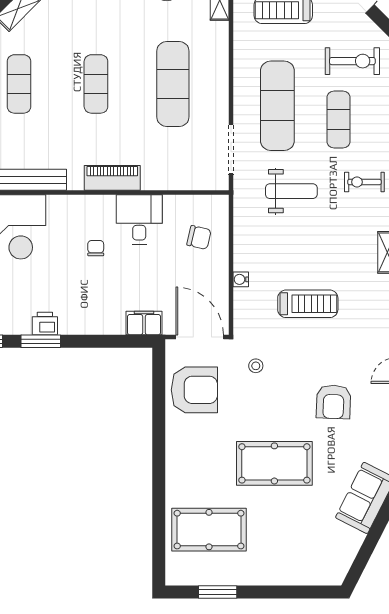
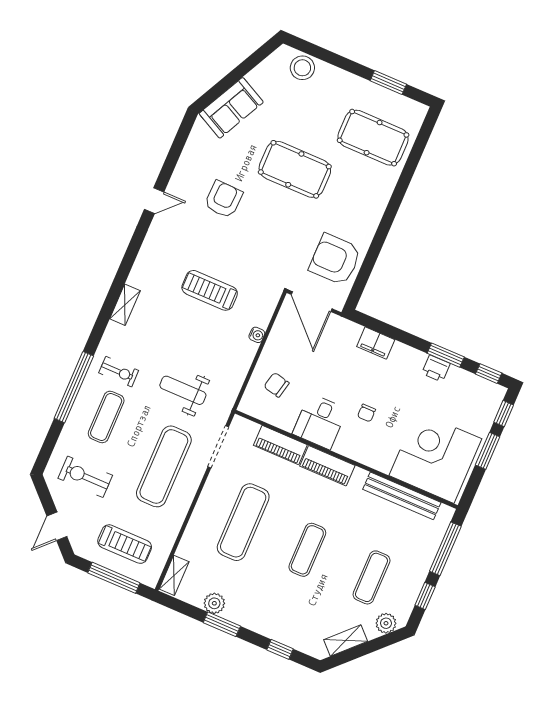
exercise mat: (338, 119) -> (106, 417), moved
piano: (169, 178) -> (280, 445), added
filing cabinet: (144, 323) -> (376, 343), moved
stool: (256, 366) -> (302, 68), moved, width x1.89, depth x1.89

